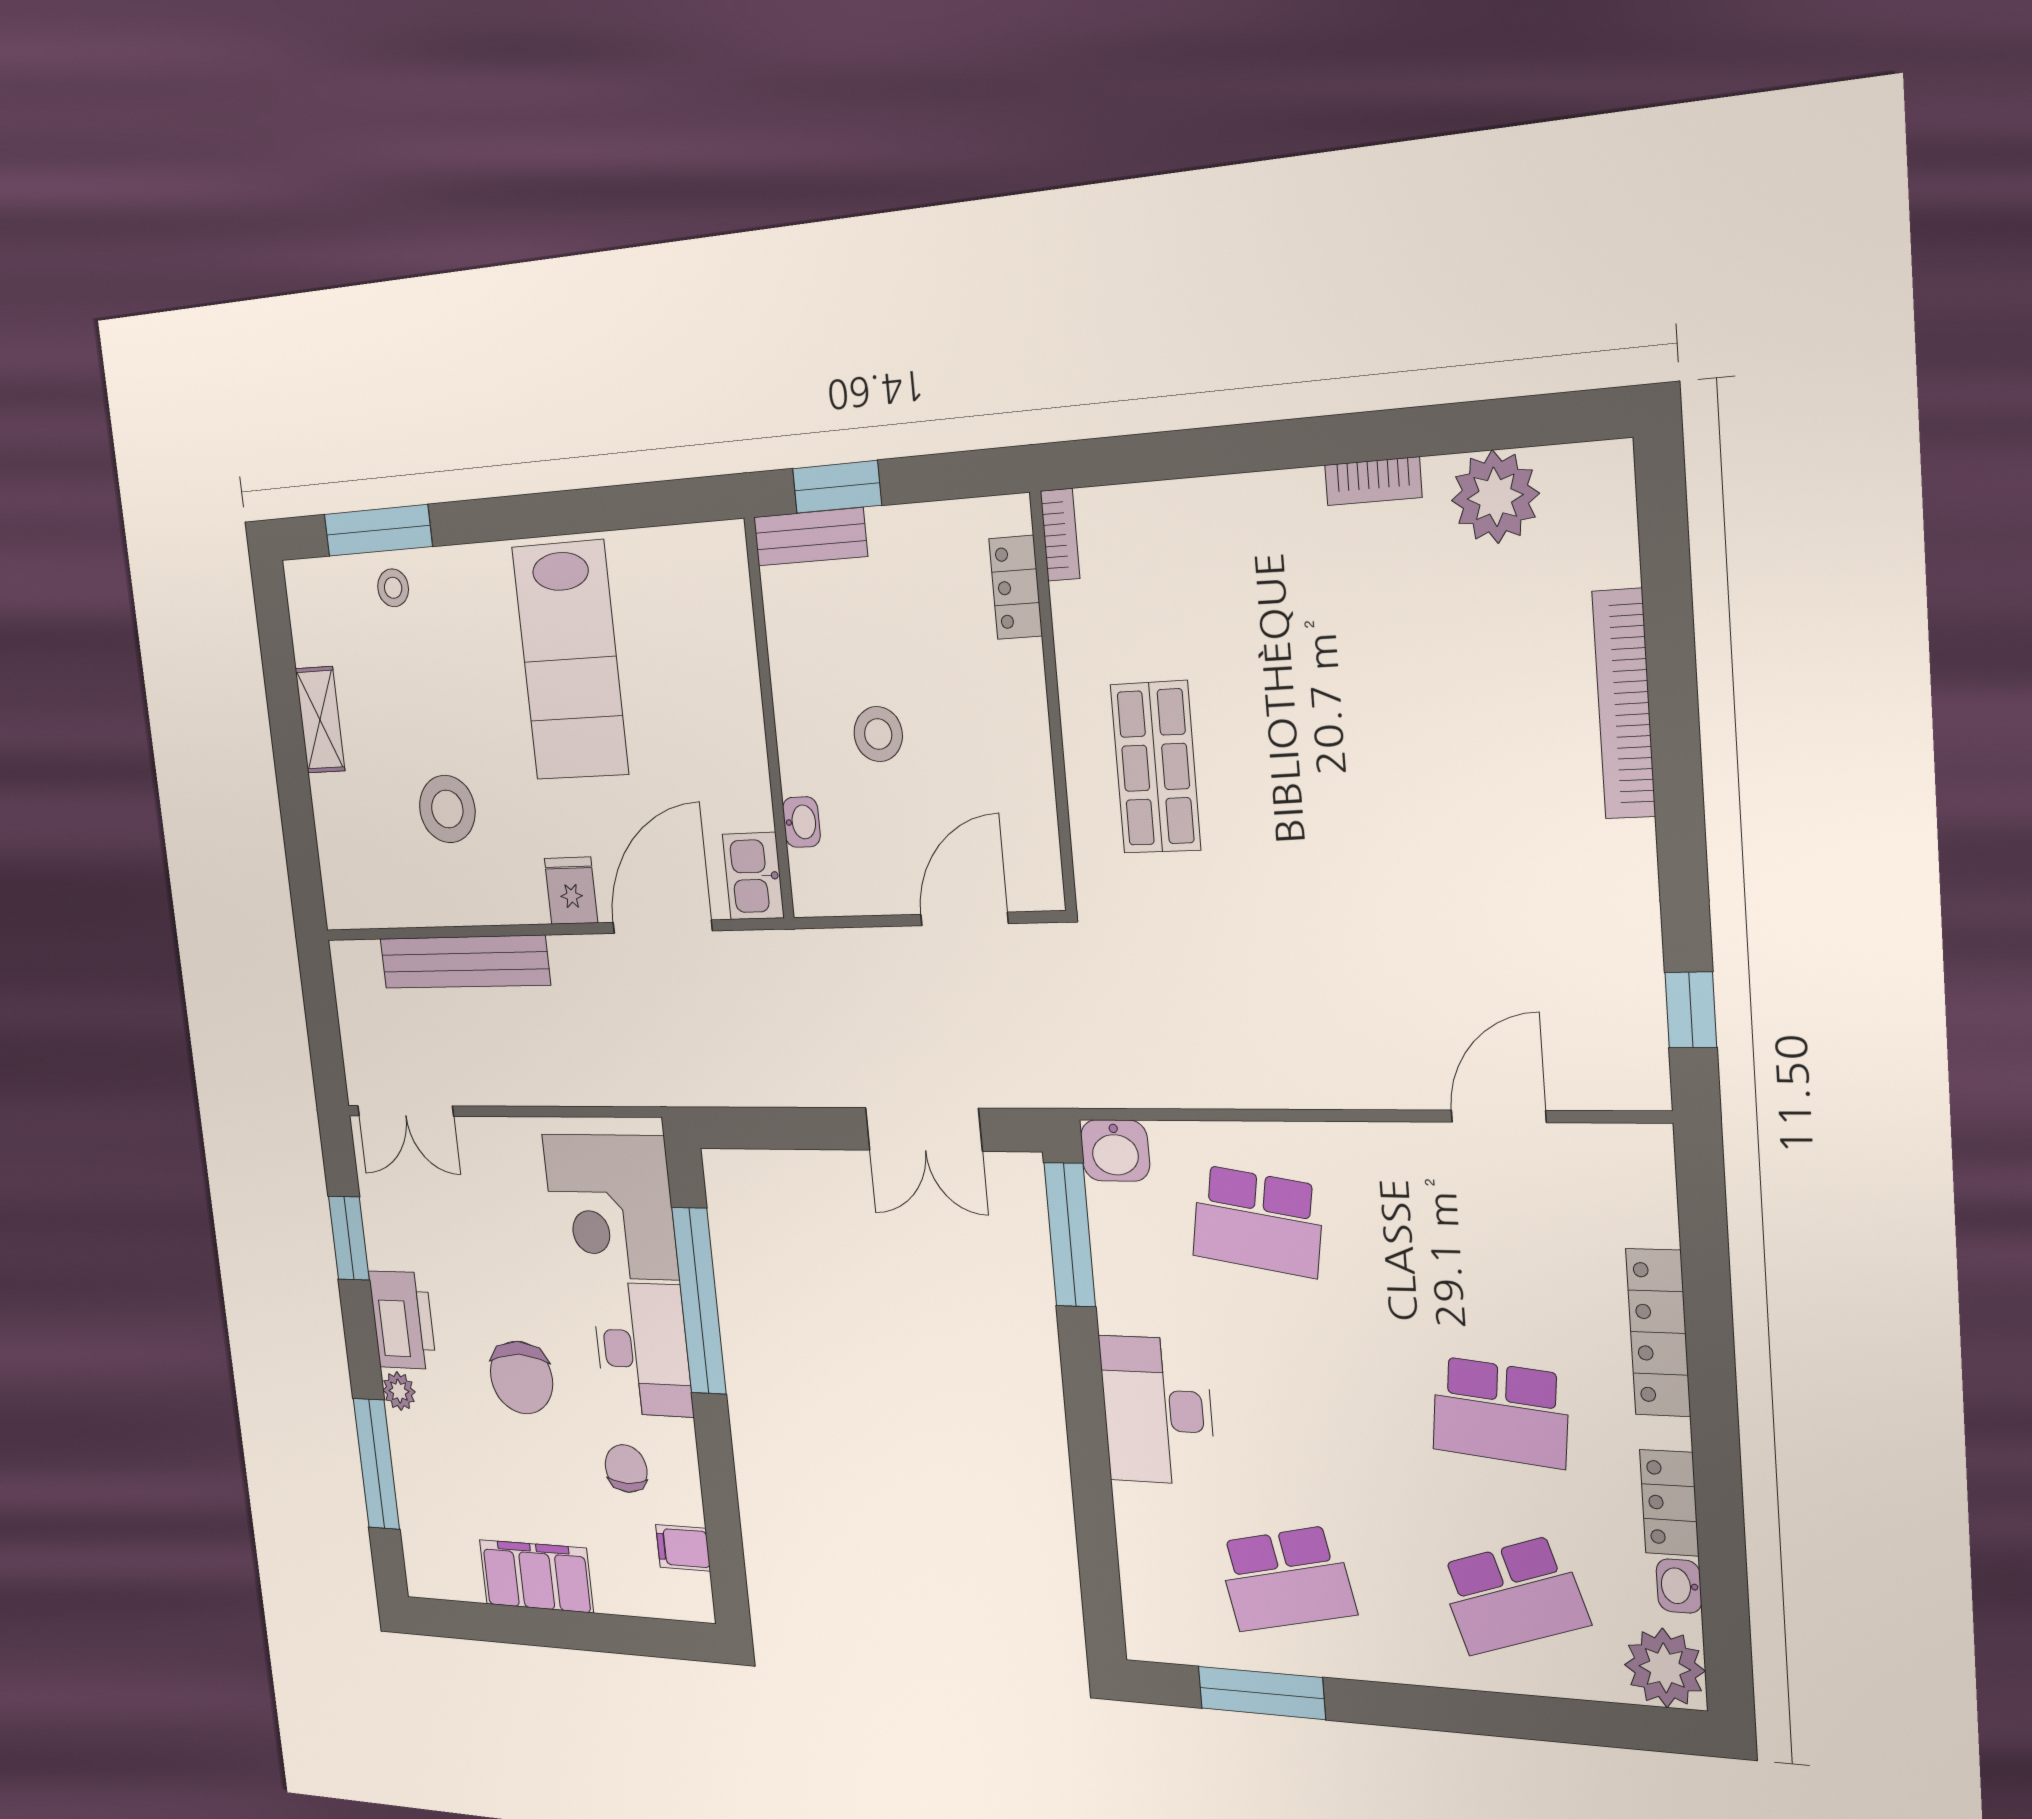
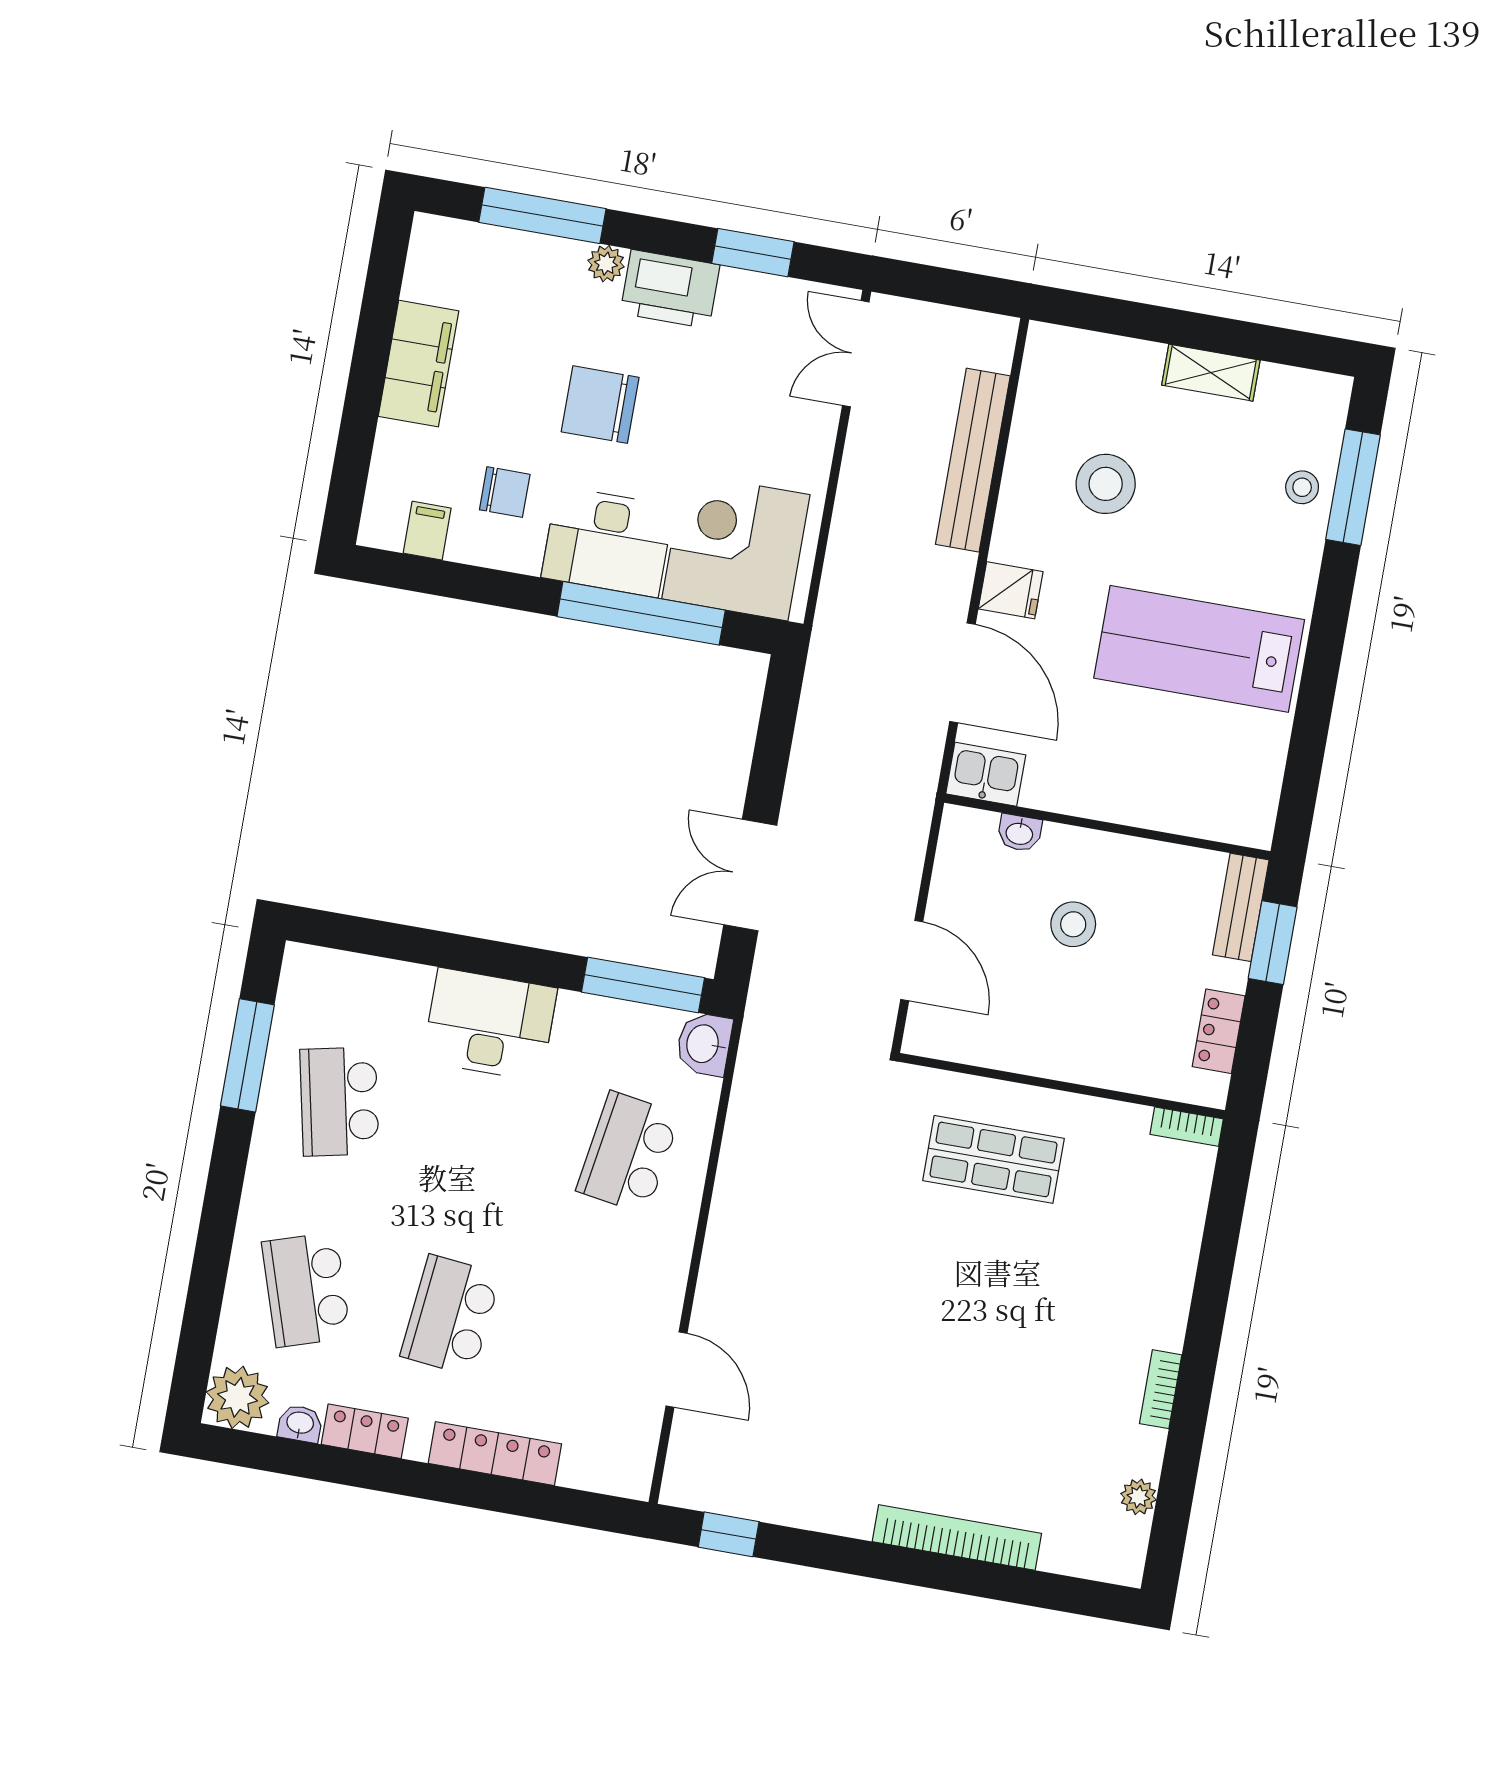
plant: (1495, 497) -> (1138, 1497), width x0.53, depth x0.53
locker: (1016, 587) -> (1219, 1031), moved, turned -90

